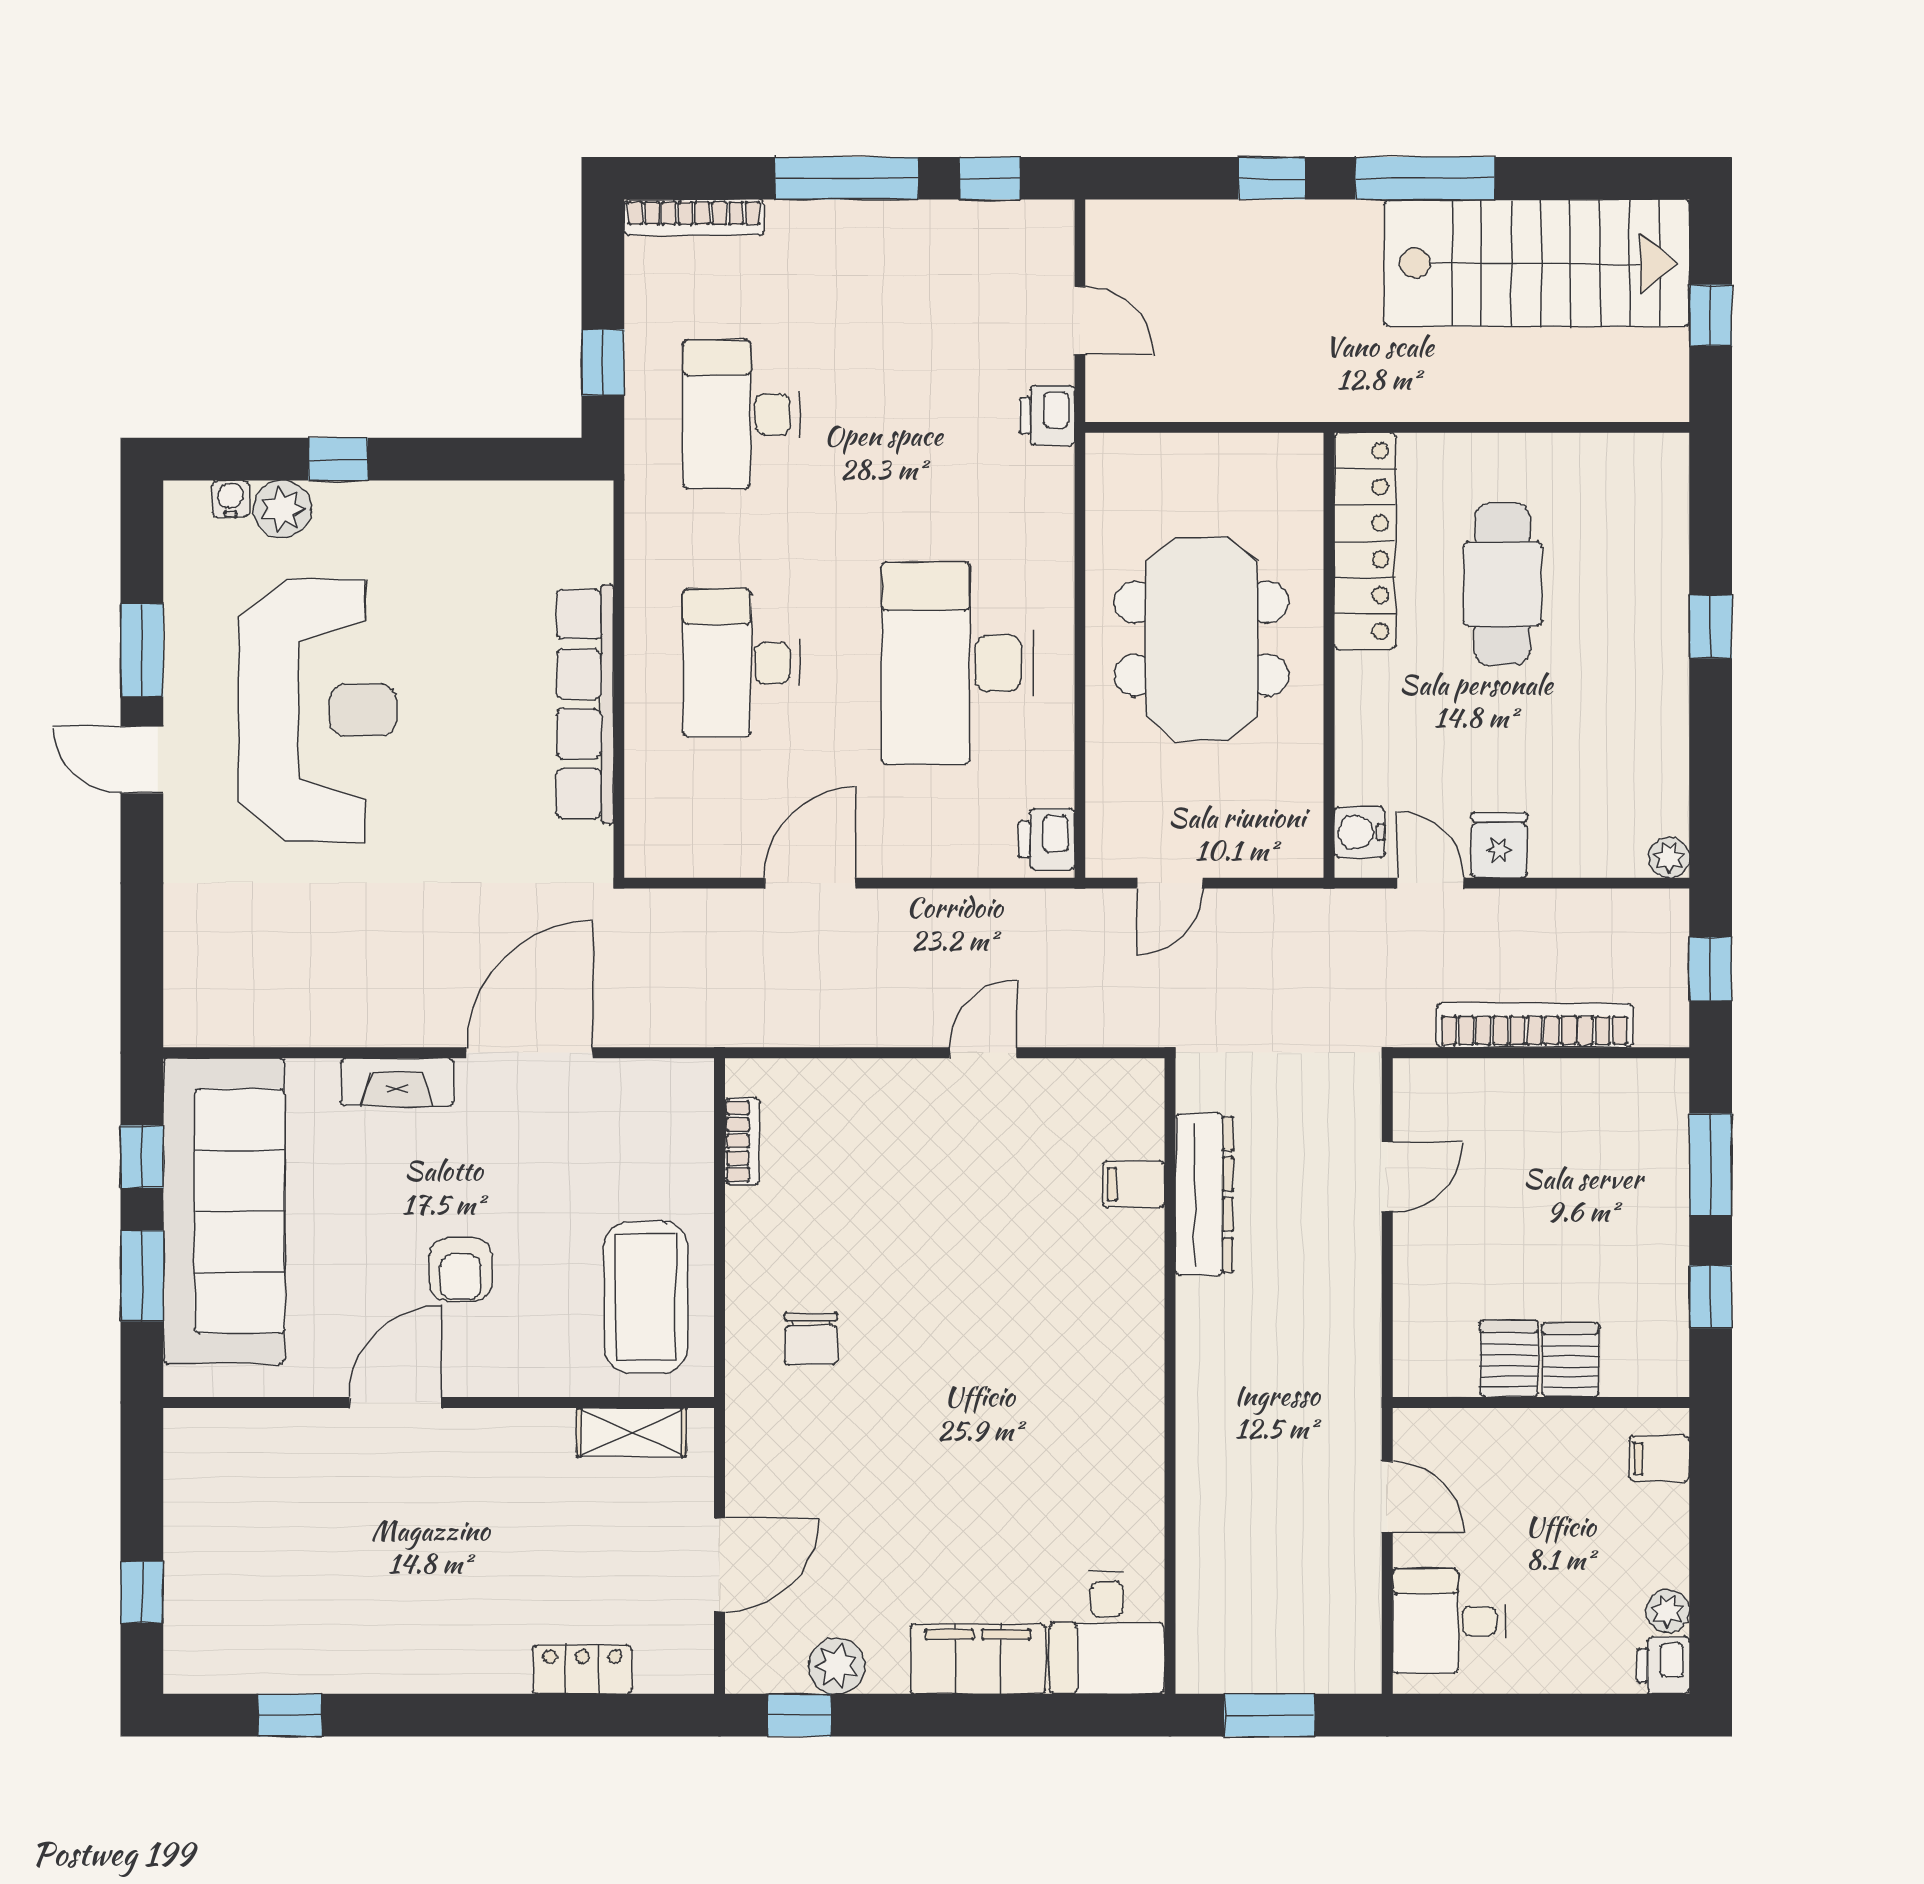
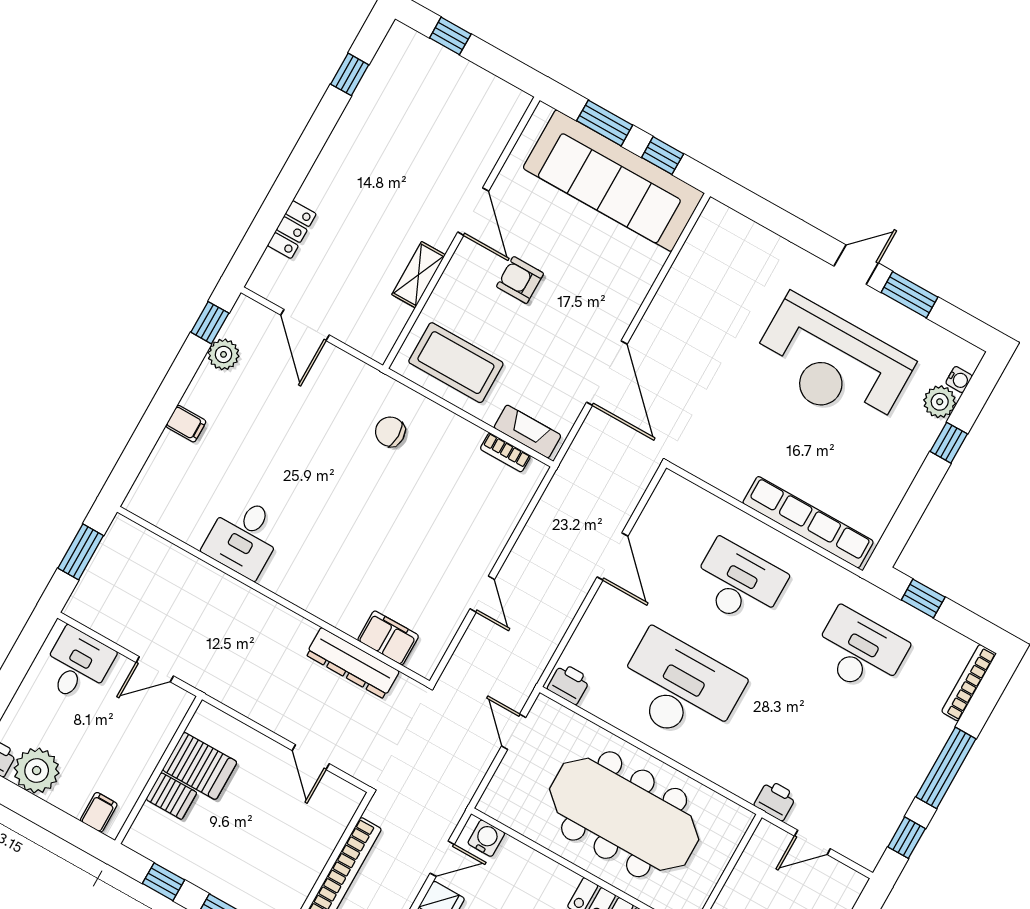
meeting table: (1201, 639) -> (624, 814), width x1.36
row of seats: (585, 704) -> (808, 522), moved
fireplace: (397, 1082) -> (527, 431), moved, turned 90
filing cabinet: (1134, 1184) -> (388, 638), width x2.00
server rack: (1509, 1359) -> (200, 766), width x1.36, depth x1.44
shelving: (632, 1432) -> (418, 275), moved
plant: (1668, 1611) -> (37, 771), width x1.88, depth x1.88
desk: (1107, 1632) -> (244, 537), moved, turned -90
filing cabinet: (978, 1659) -> (186, 424), width x0.33, depth x0.86

